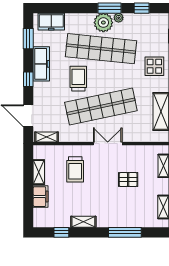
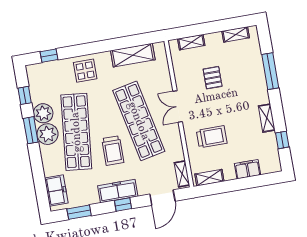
plant: (119, 18) -> (43, 113), width x1.88, depth x1.88
freezer: (41, 64) -> (118, 191), moved
trolley: (78, 79) -> (113, 151), turned -90
shelving: (39, 172) -> (209, 178), moved

